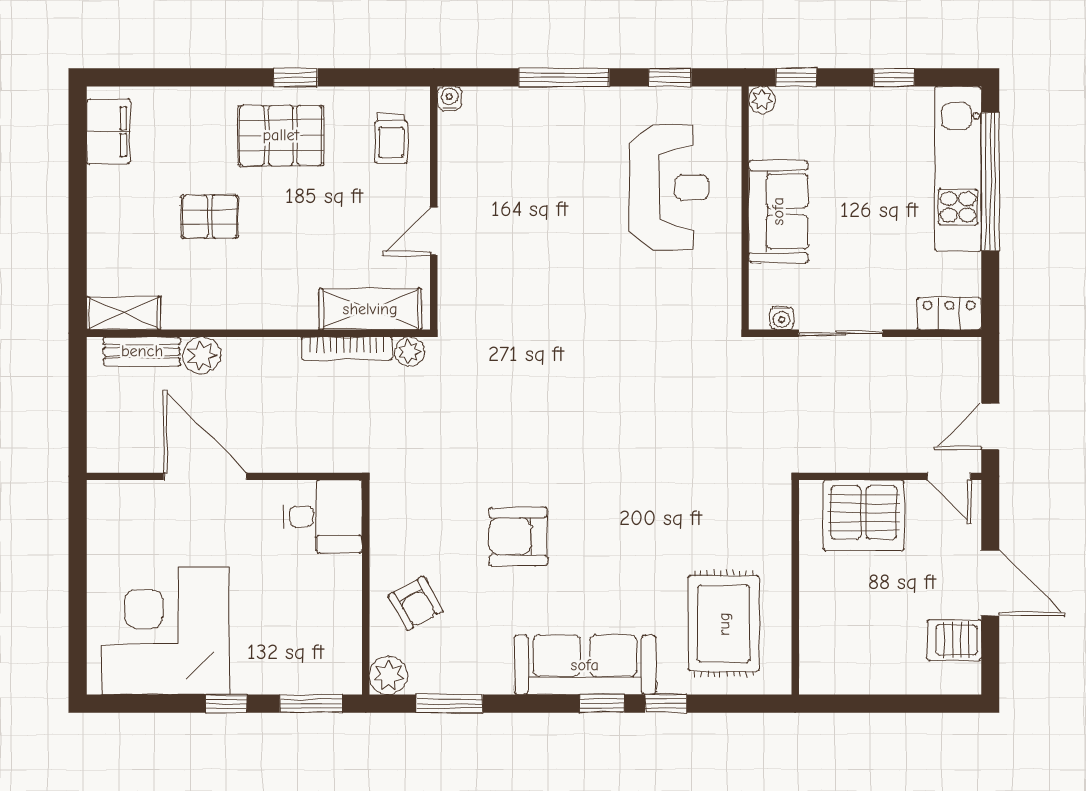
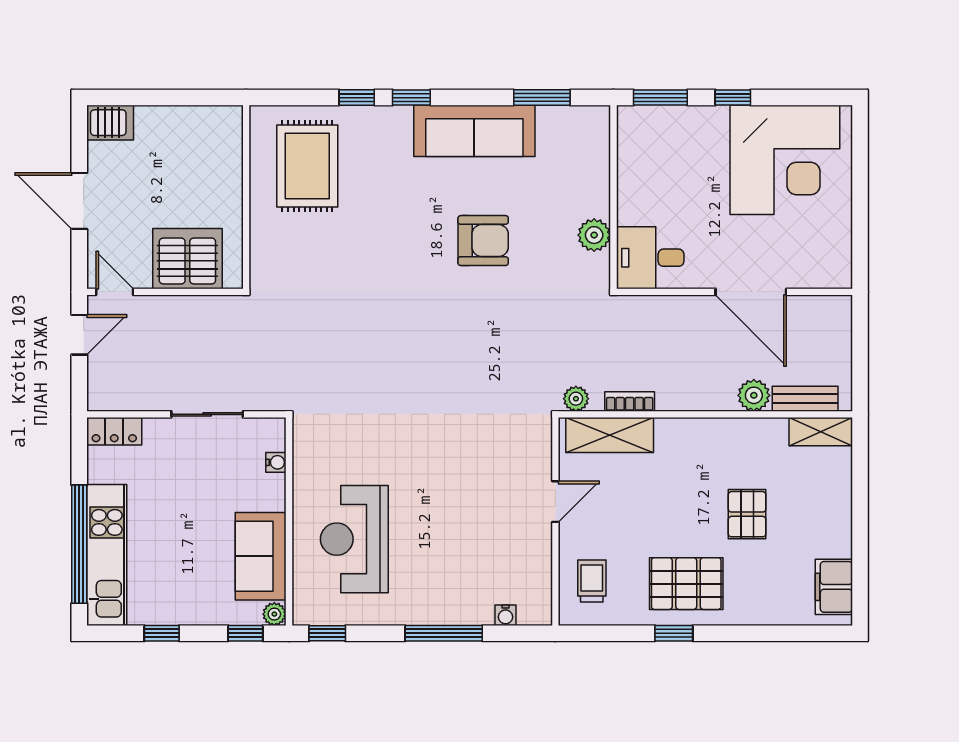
window: (670, 77) -> (327, 633), moved
water cooler: (449, 98) -> (505, 615), moved
sofa: (778, 211) -> (261, 556), moved
pallet: (210, 217) -> (747, 514), turned 90
water cooler: (782, 318) -> (276, 462), moved, turned 90
bookcase: (347, 348) -> (630, 401), width x0.64
armchair: (415, 603) -> (571, 183), removed
server rack: (954, 640) -> (110, 123), moved
sofa: (585, 665) -> (474, 131), moved
plant: (388, 676) -> (594, 235), moved

